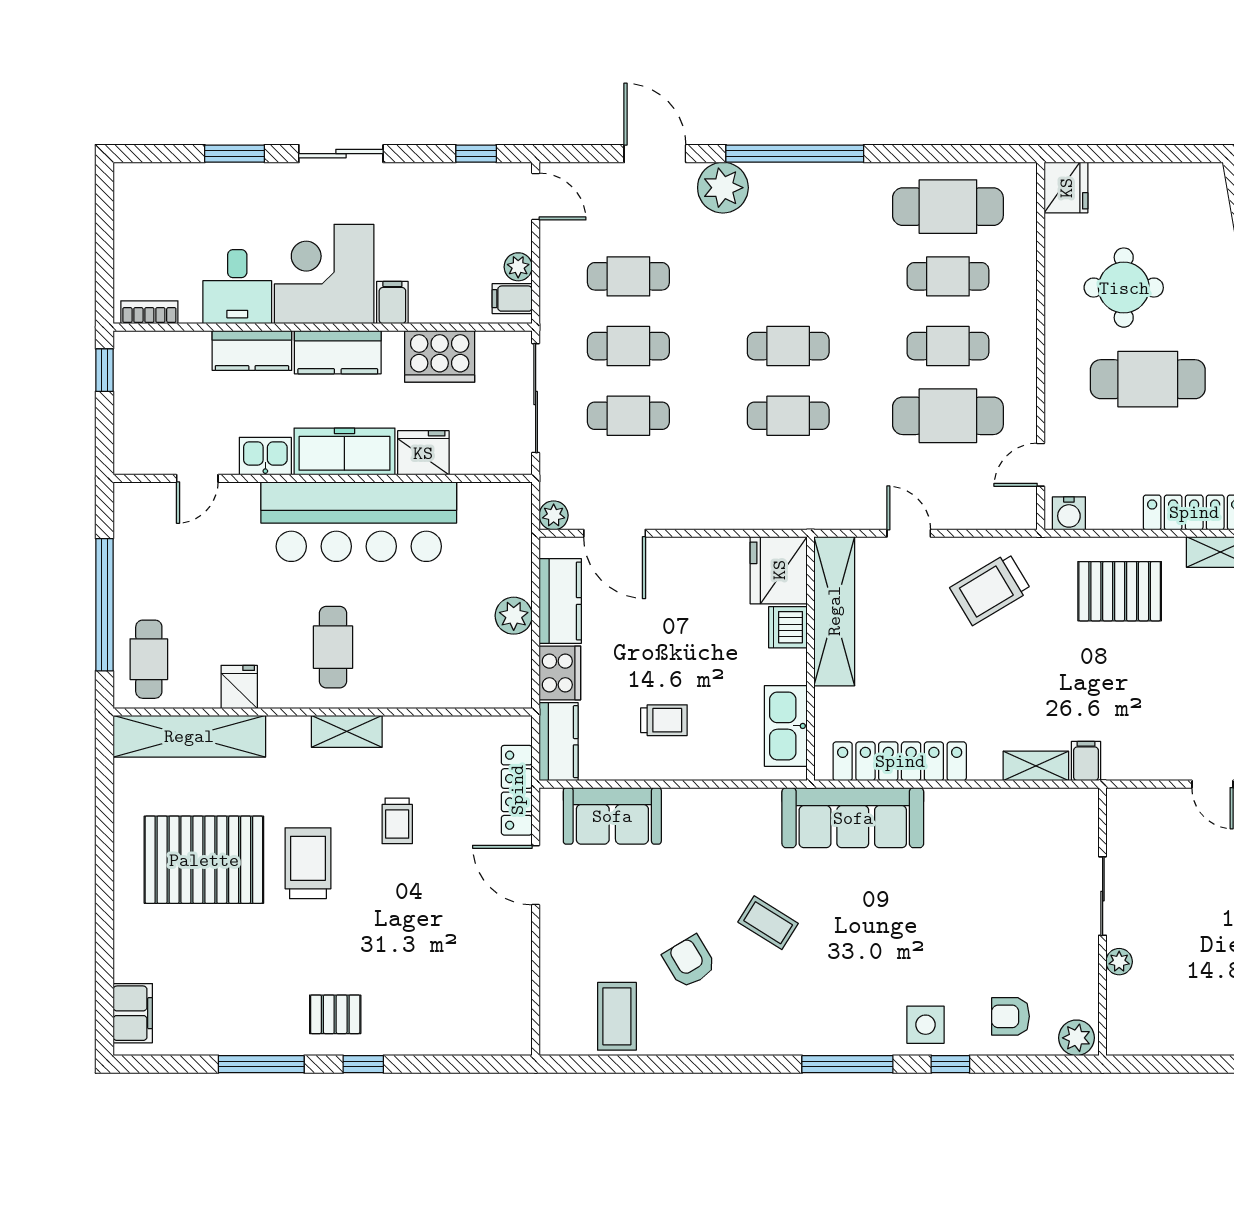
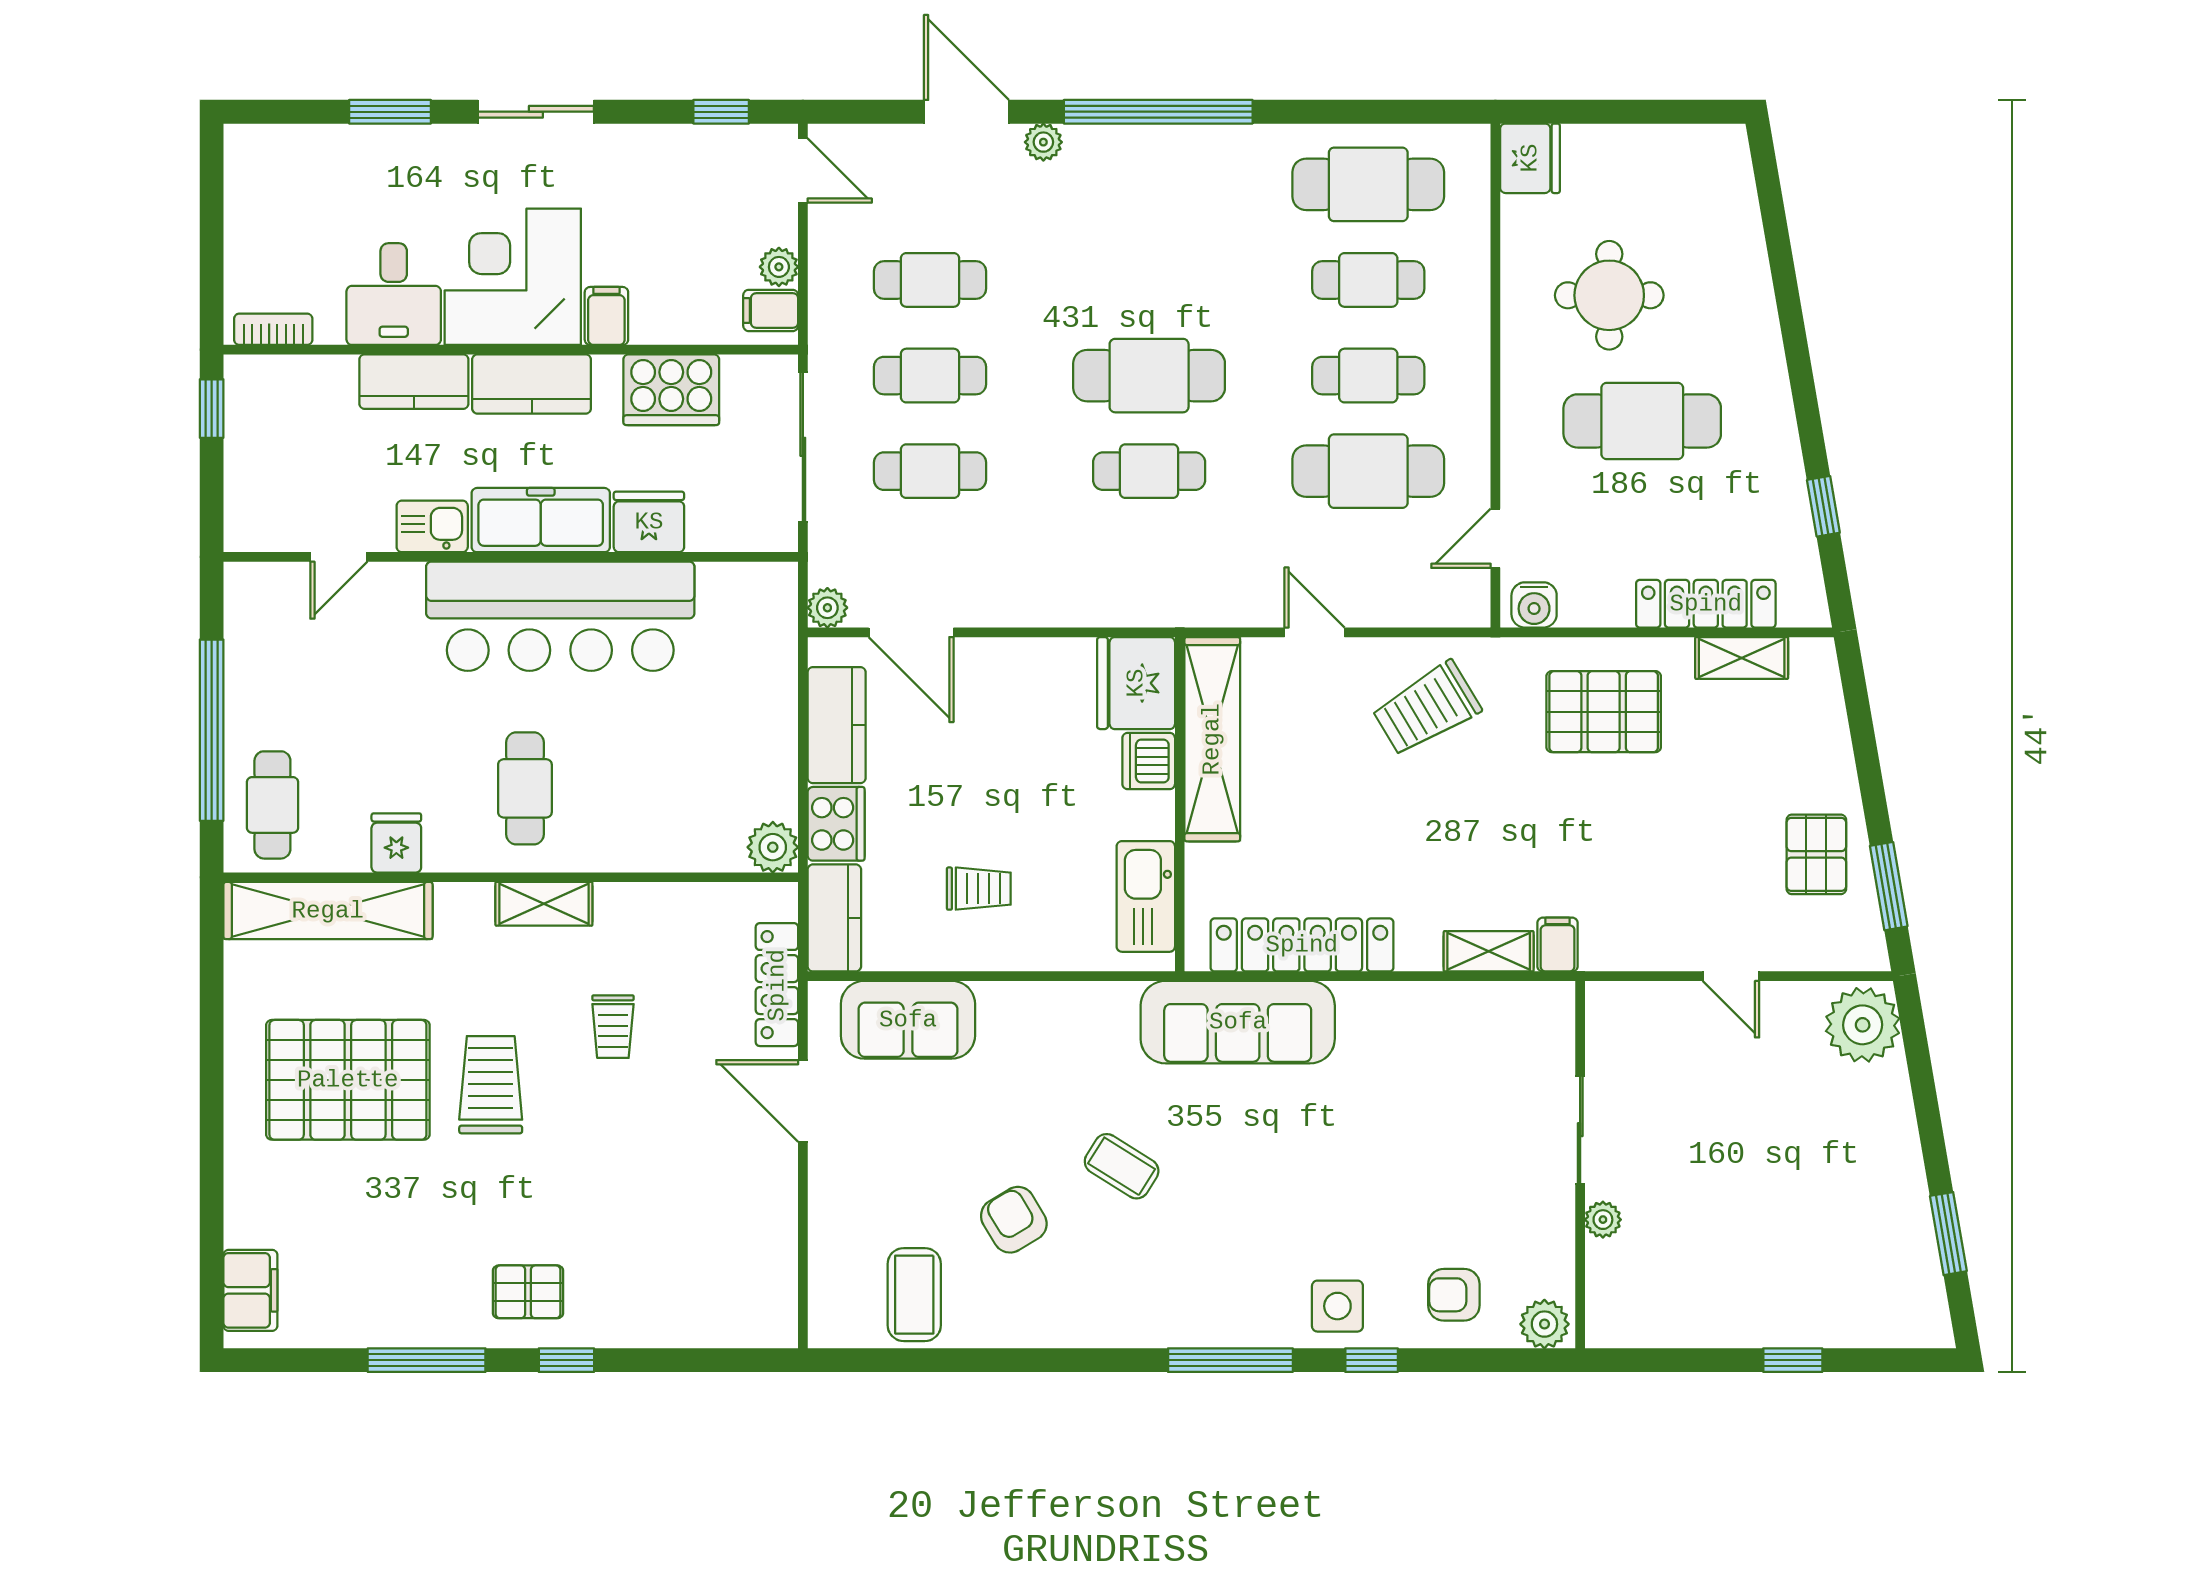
plant: (723, 188) -> (1043, 142), width x0.53, depth x0.53
cafe table: (788, 346) -> (1149, 376), width x1.37, depth x1.35
plant: (514, 616) -> (773, 847), moved

